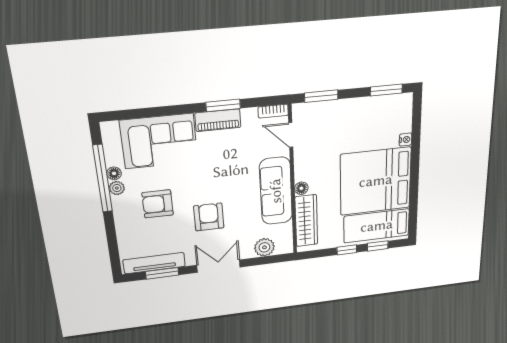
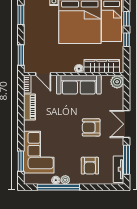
window: (223, 105) -> (21, 161), moved
piano: (218, 120) -> (30, 107), moved
door: (291, 135) -> (43, 74), hinge flipped
armchair: (158, 204) -> (90, 166), moved
plant: (264, 247) -> (117, 82), moved
tv unit: (154, 263) -> (119, 169), width x0.71
window: (162, 273) -> (127, 160), width x1.44

